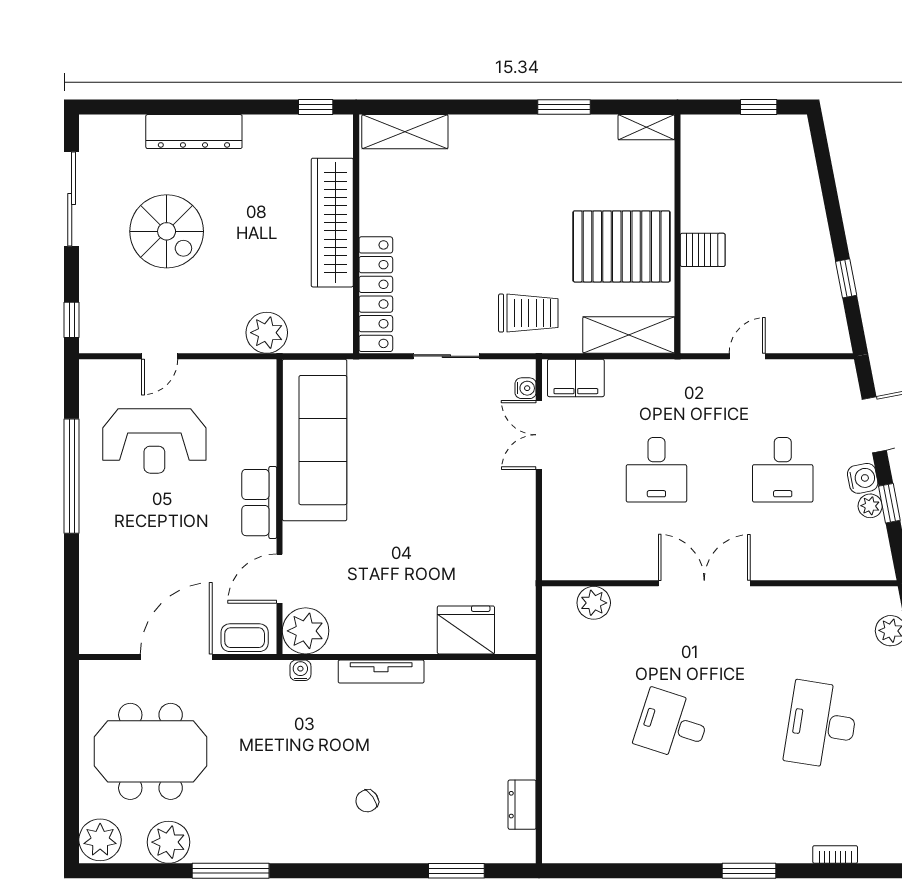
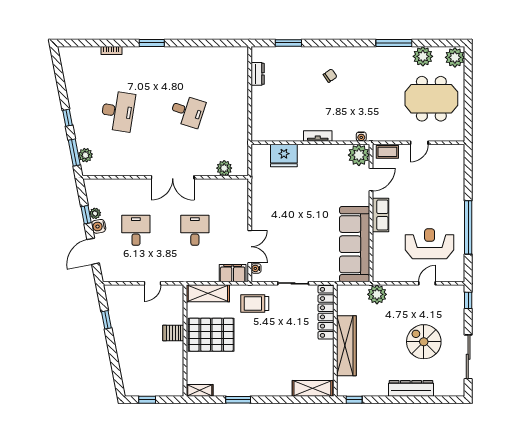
door: (176, 657) -> (419, 143), width x0.53
tv unit: (381, 672) -> (318, 136), width x0.71

